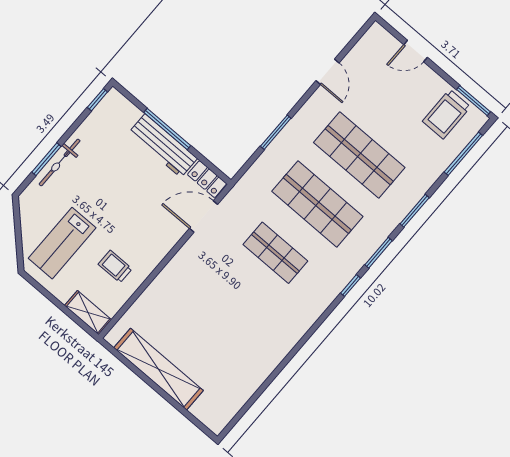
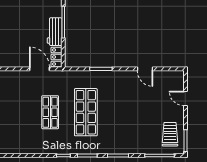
door: (328, 72) -> (145, 69), hinge flipped
trolley: (446, 114) -> (170, 134), turned 90
workbench: (163, 146) -> (55, 32), width x0.73
shop shelf: (359, 155) -> (121, 112), removed

